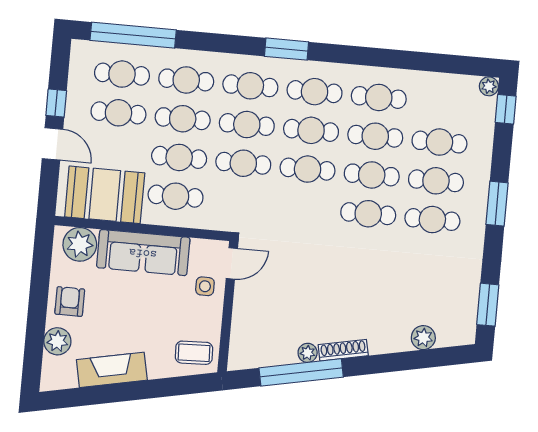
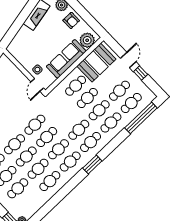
door: (52, 144) -> (128, 60), swing flipped
cafe table: (243, 163) -> (35, 125), moved
coffee table: (194, 353) -> (19, 47), removed

